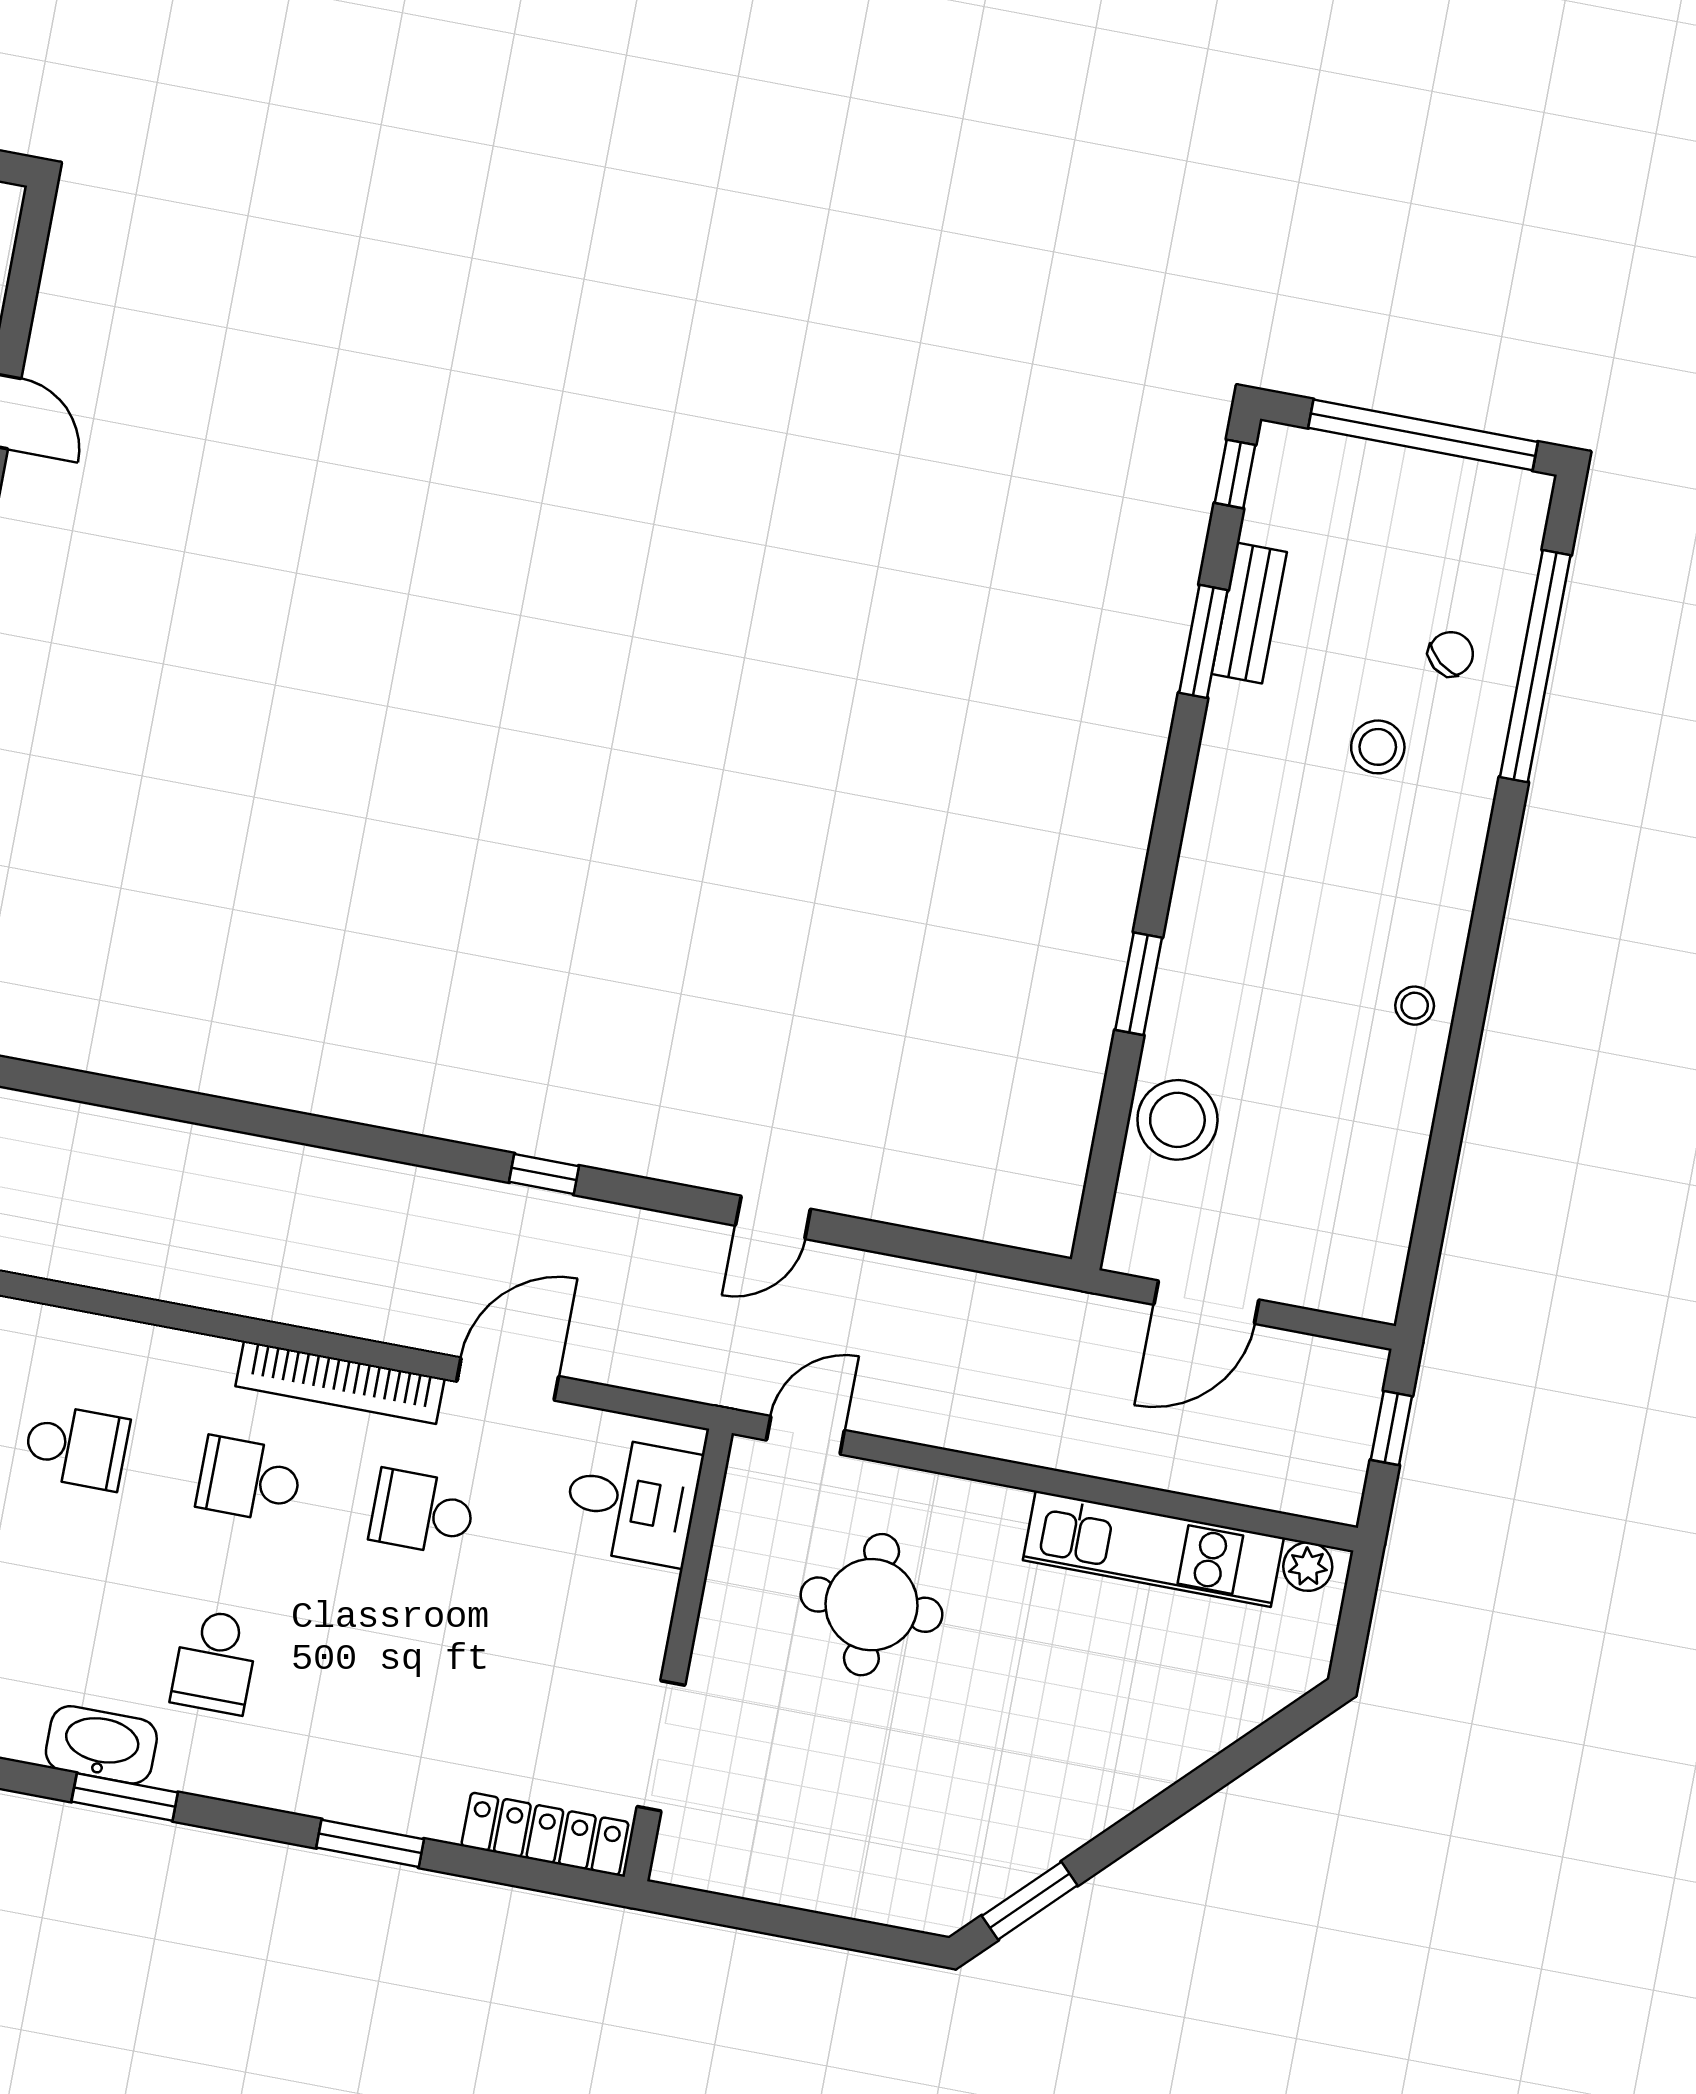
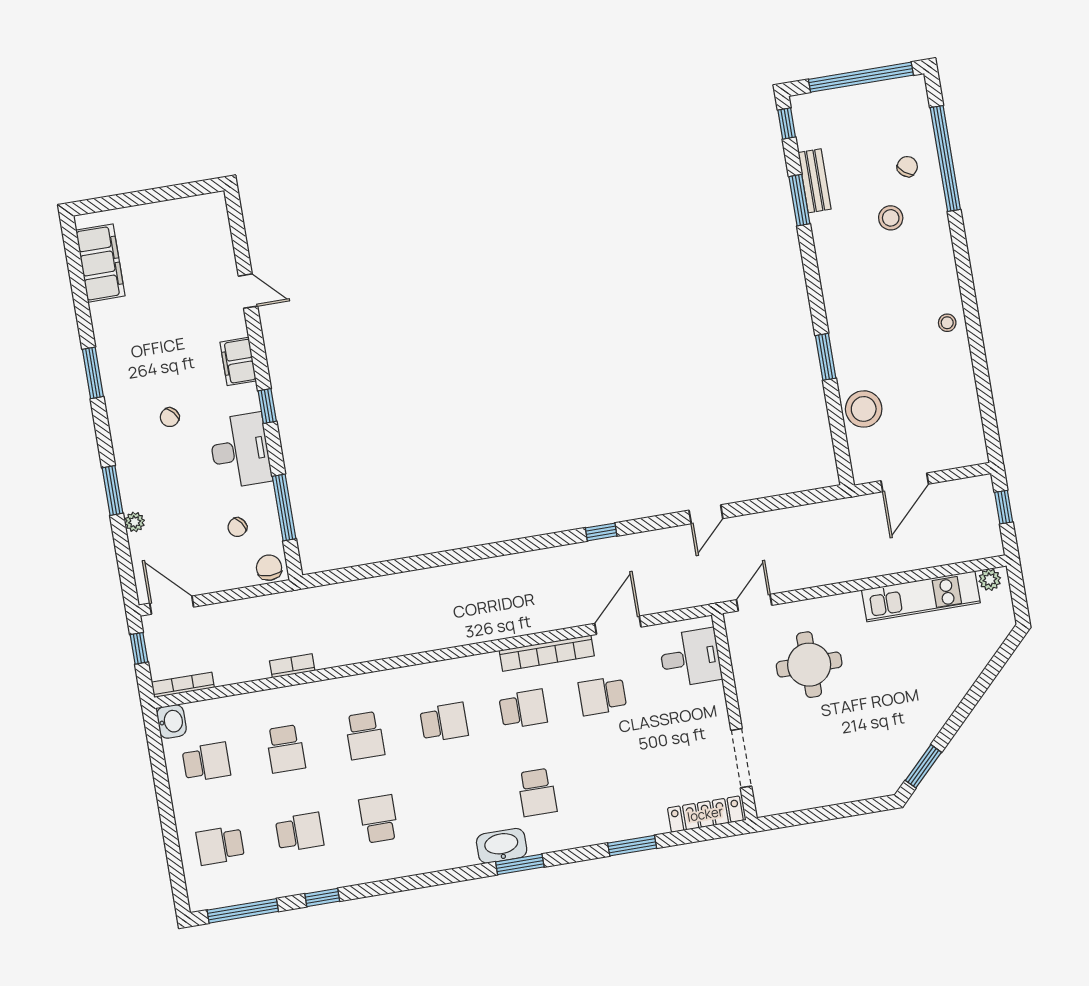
school desk: (249, 1480) -> (523, 709), turned 180

